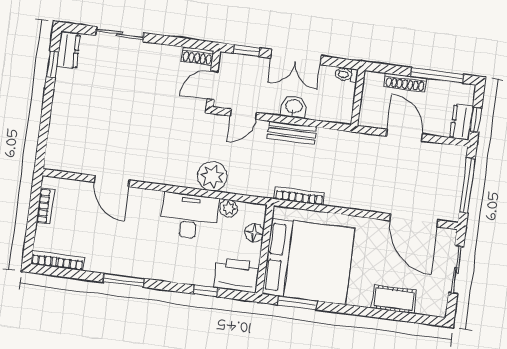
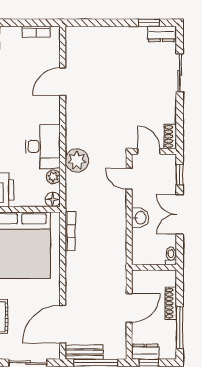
bench: (292, 133) -> (84, 352), moved, turned 90
floor lamp: (254, 233) -> (53, 199), moved

